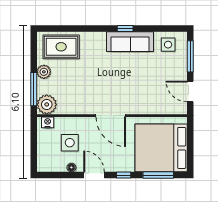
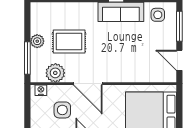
rug: (61, 47) -> (69, 42), moved
plant: (47, 104) -> (55, 73), moved
door: (111, 116) -> (88, 84), moved

